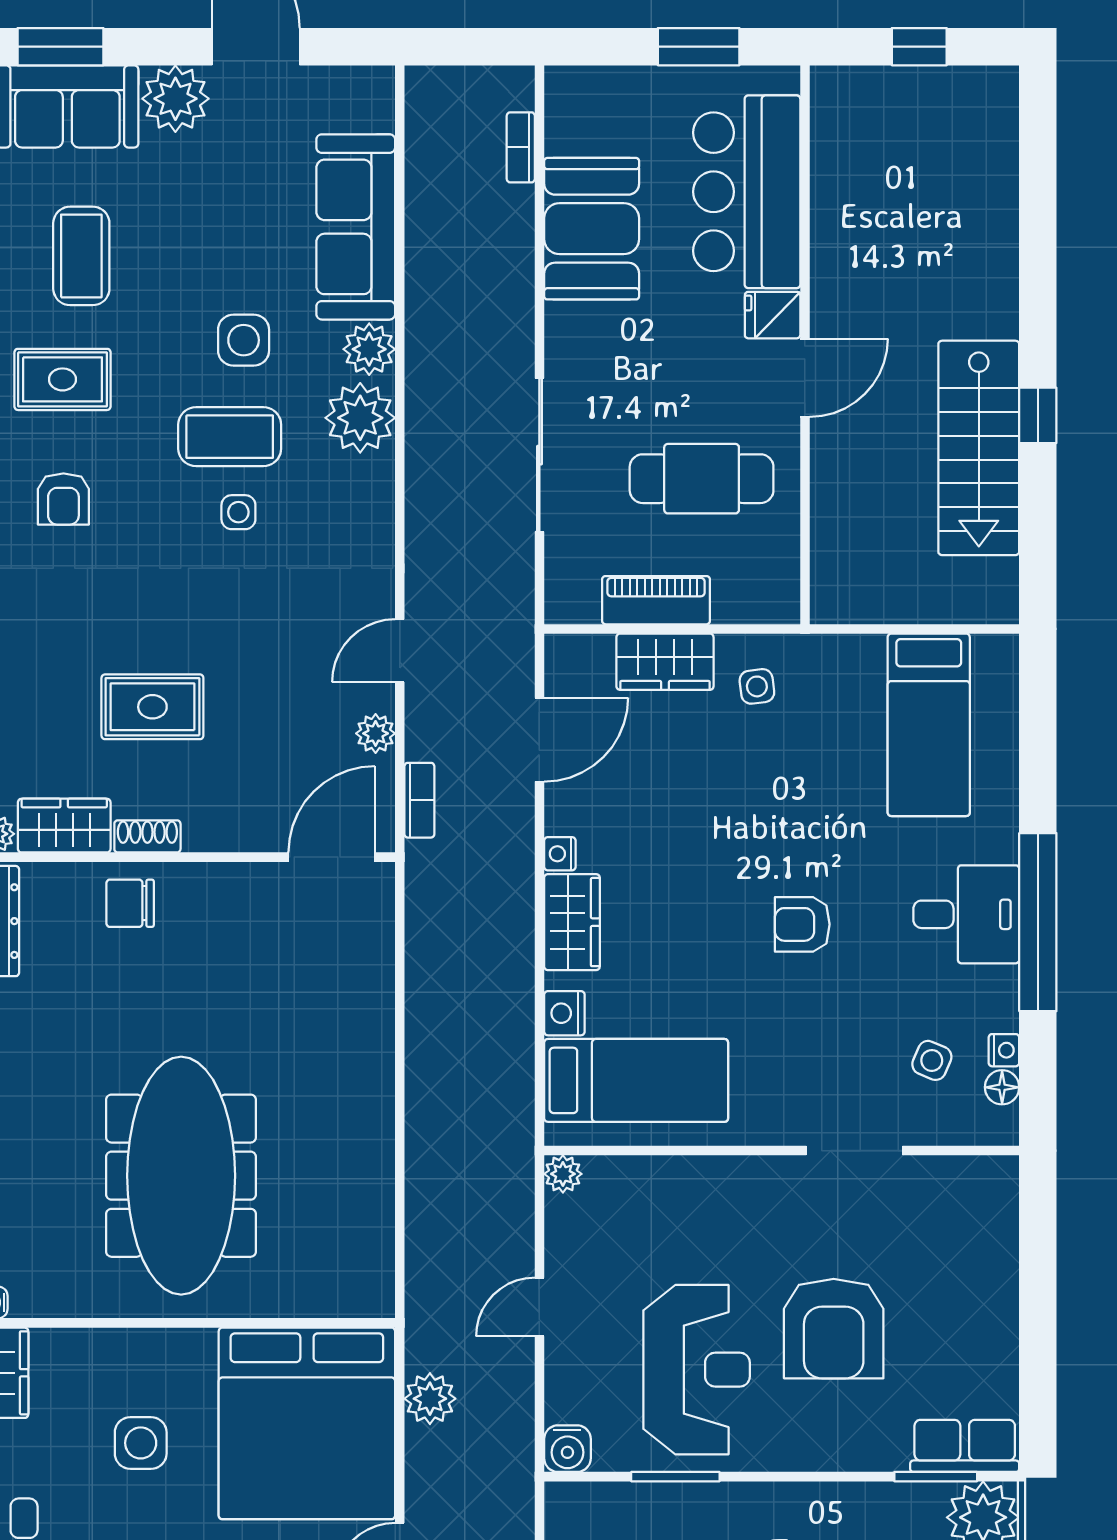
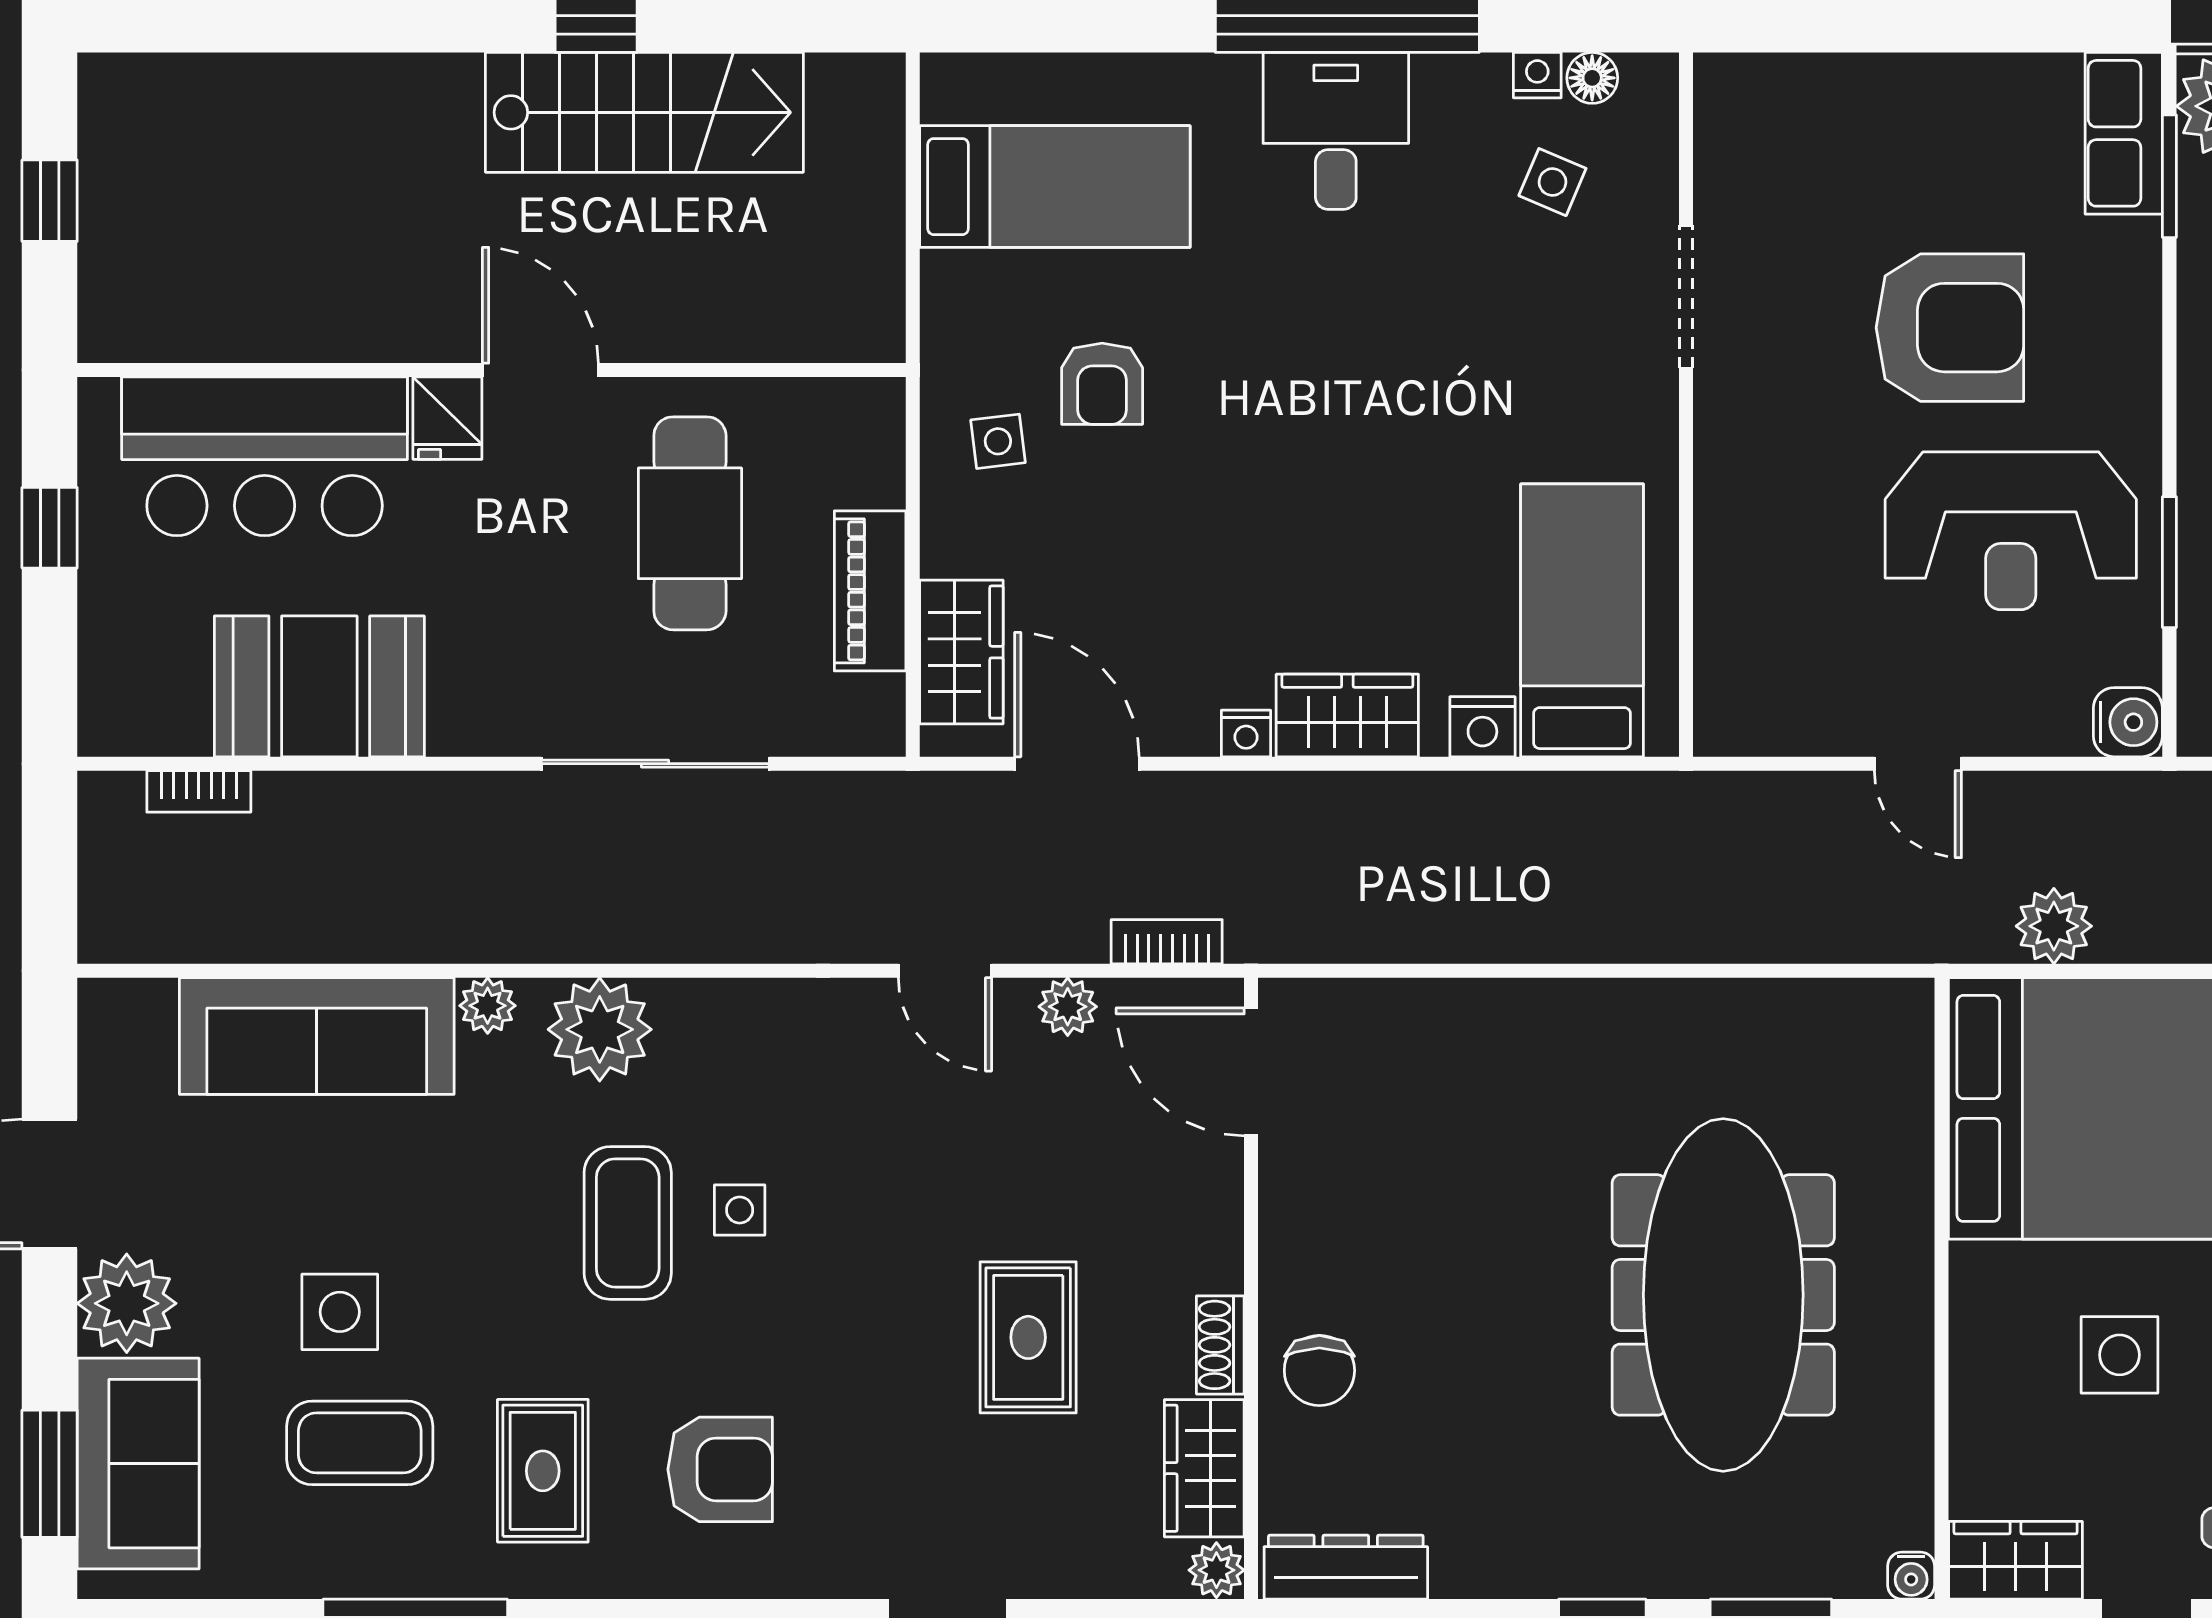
window: (699, 47) -> (50, 528), width x0.67
side table: (244, 340) -> (340, 1312), moved
plant: (369, 349) -> (488, 1006), width x0.73, depth x0.73
armchair: (63, 499) -> (720, 1469), width x1.38, depth x1.38
wardrobe: (665, 662) -> (961, 652), moved
armchair: (802, 924) -> (1102, 384), moved
plant: (563, 1174) -> (1721, 729), removed
meeting table: (181, 1176) -> (1723, 1295), turned 90
reception desk: (697, 1370) -> (2011, 531), turned 180

